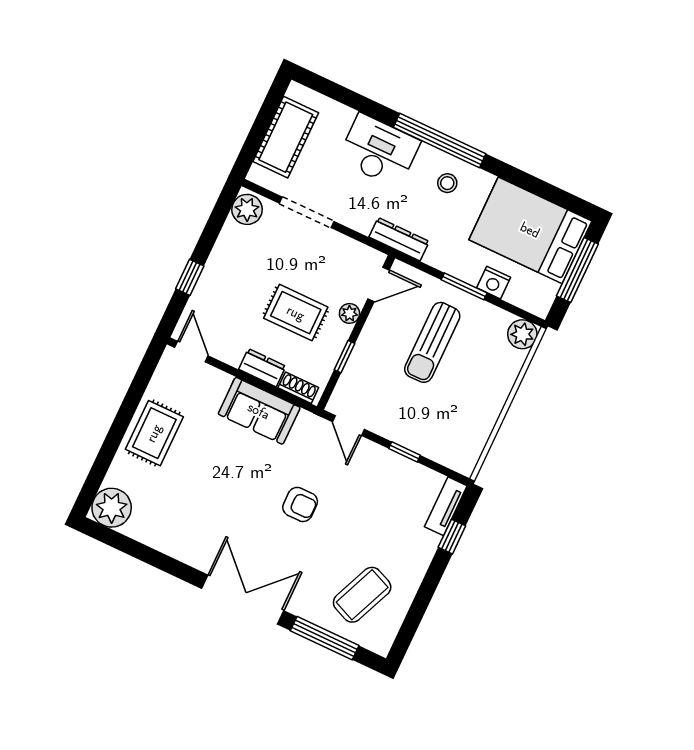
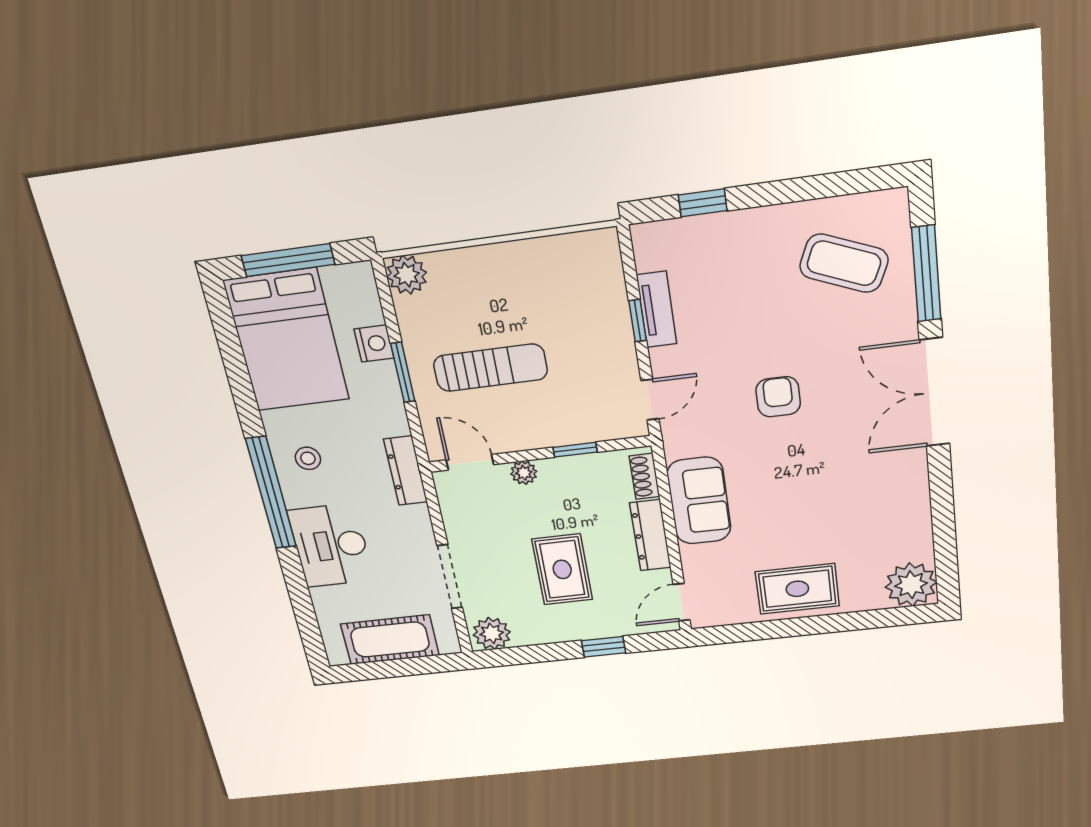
rug: (296, 313) -> (562, 569), moved
dresser: (262, 368) -> (650, 535), width x1.44
tv unit: (446, 506) -> (657, 309), moved, turned -90

